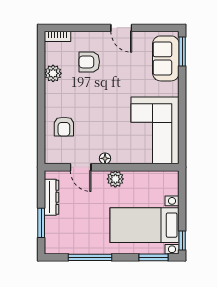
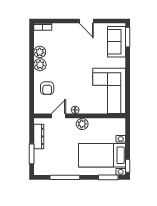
armchair: (89, 62) -> (64, 44), removed
plant: (53, 92) -> (40, 65), added
door: (81, 167) -> (59, 116), swing flipped

